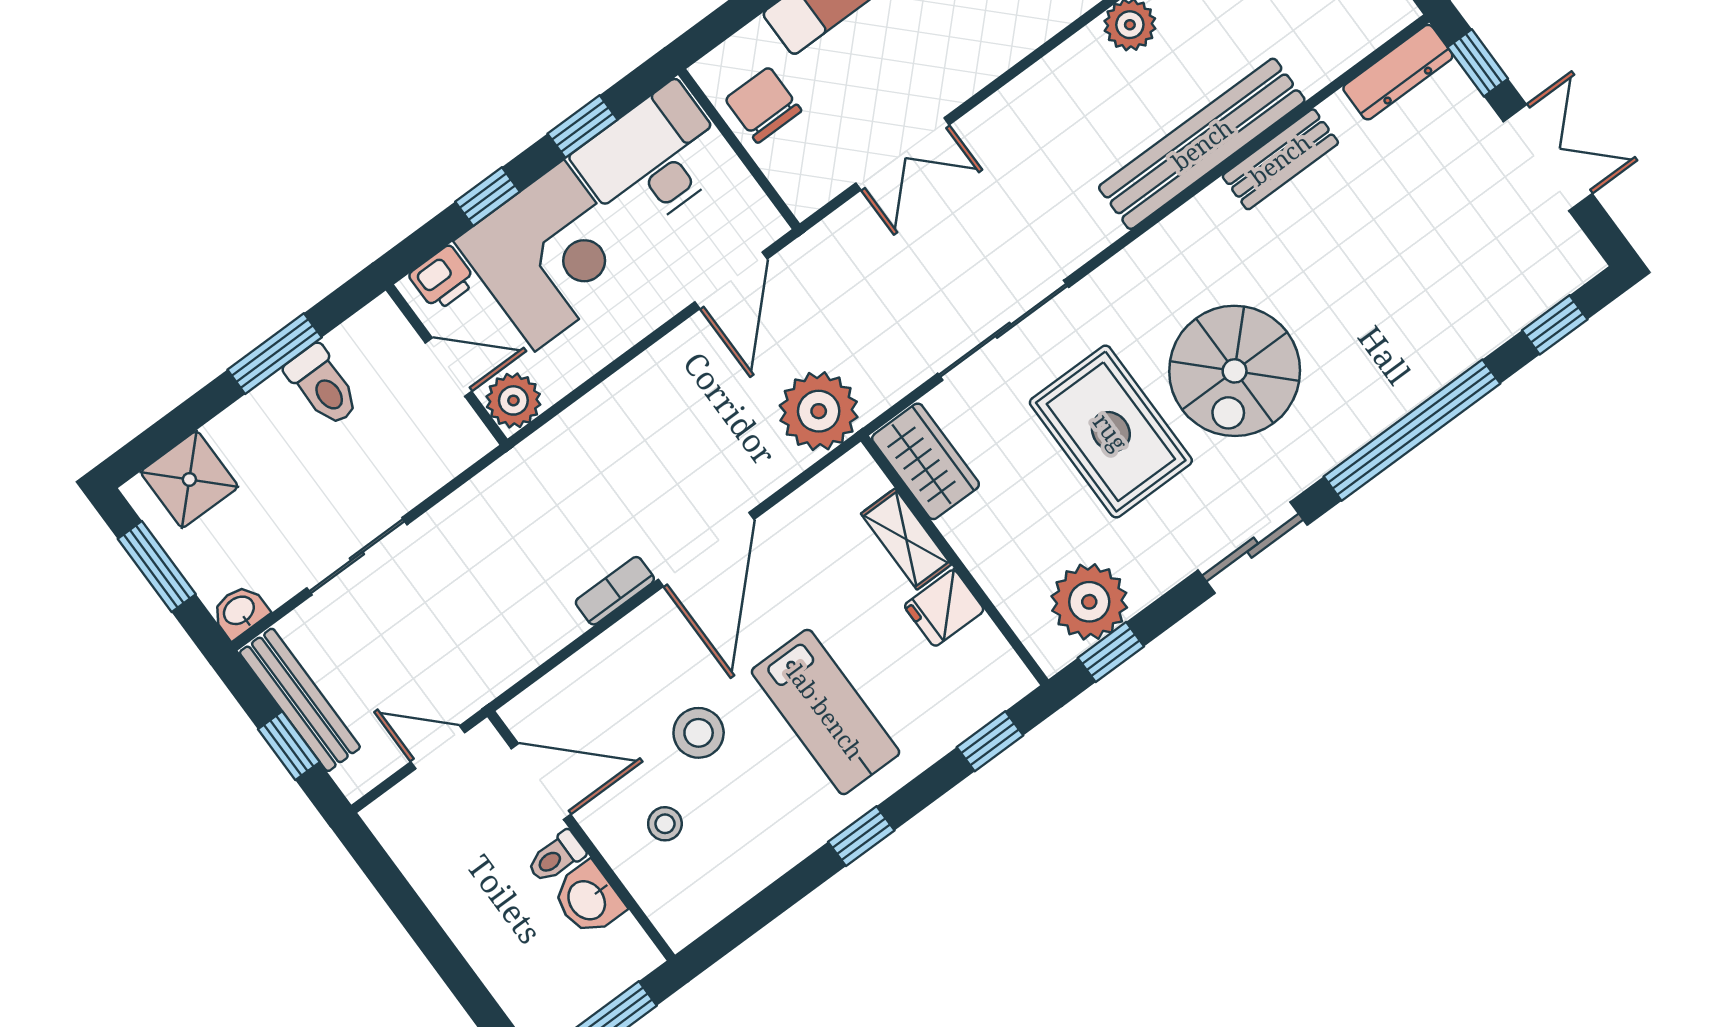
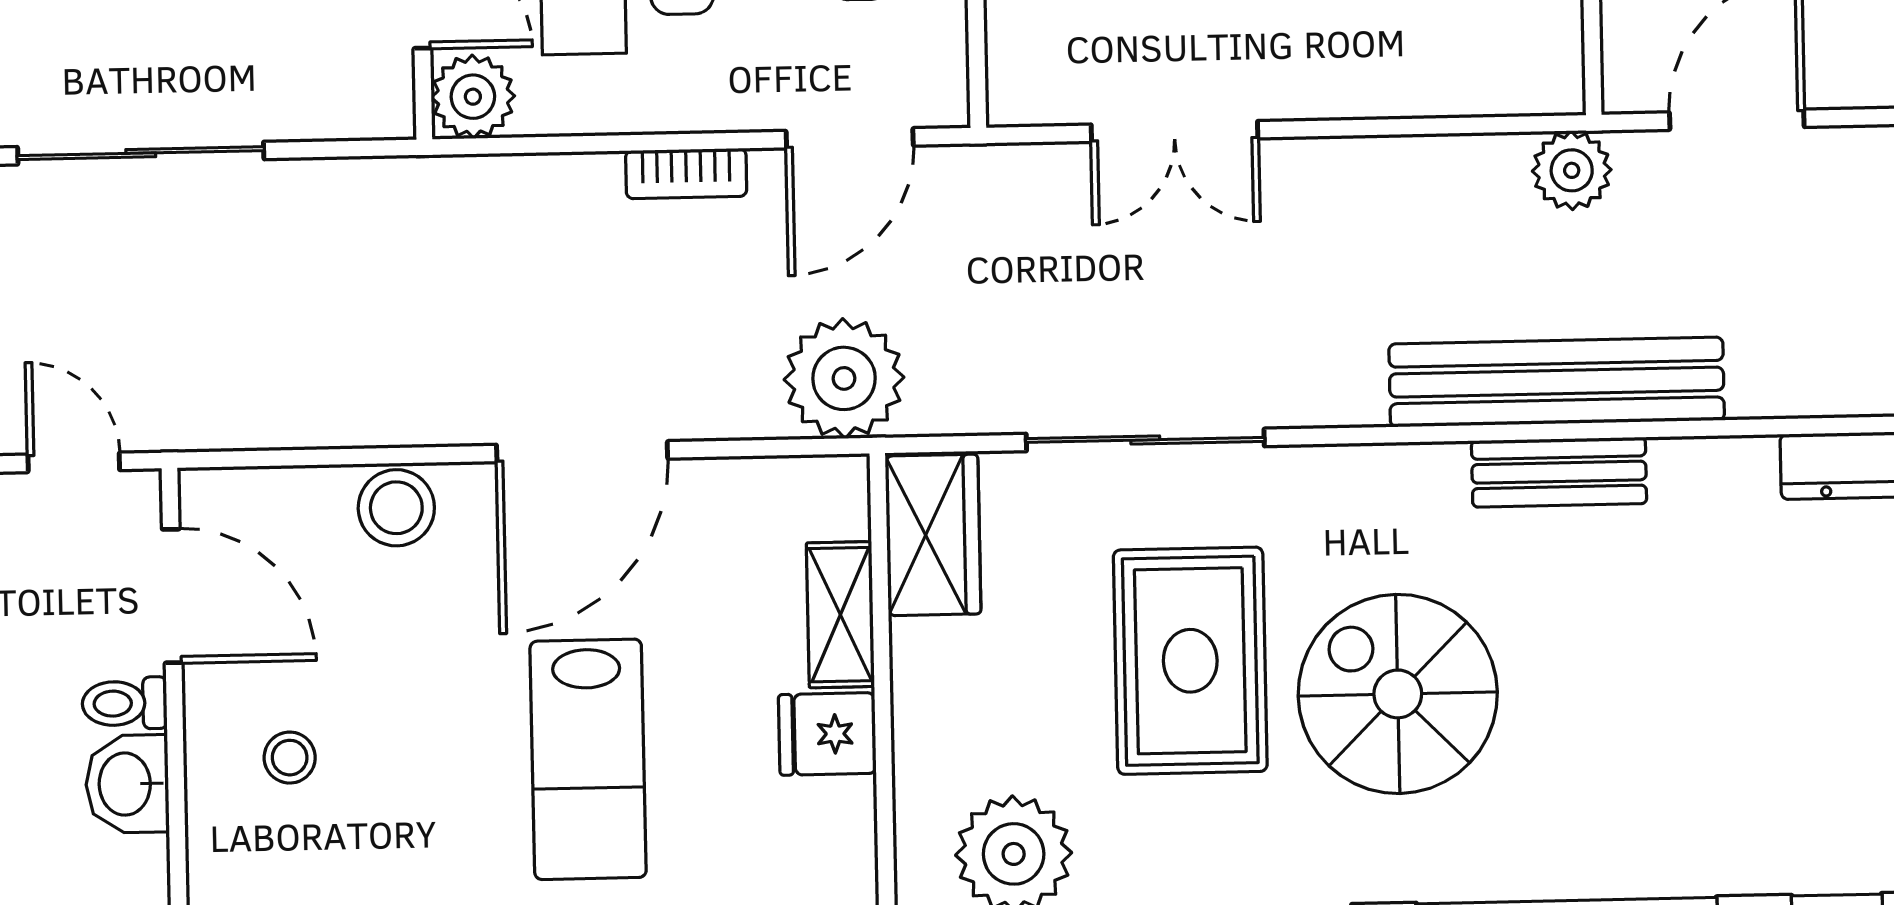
bench: (1280, 159) -> (1559, 472), moved
spiral stairs: (1235, 371) -> (1398, 694), turned 90
sliding door: (357, 556) -> (141, 153), width x1.37
bookcase: (615, 591) -> (686, 173), moved, turned 180
stool: (699, 733) -> (396, 508), moved

